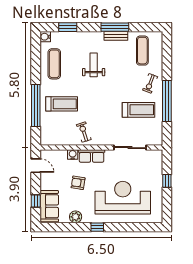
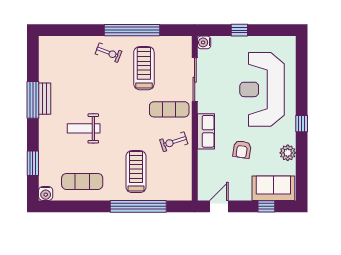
exercise mat: (142, 51) -> (169, 109), moved
water cooler: (73, 155) -> (204, 42), moved

